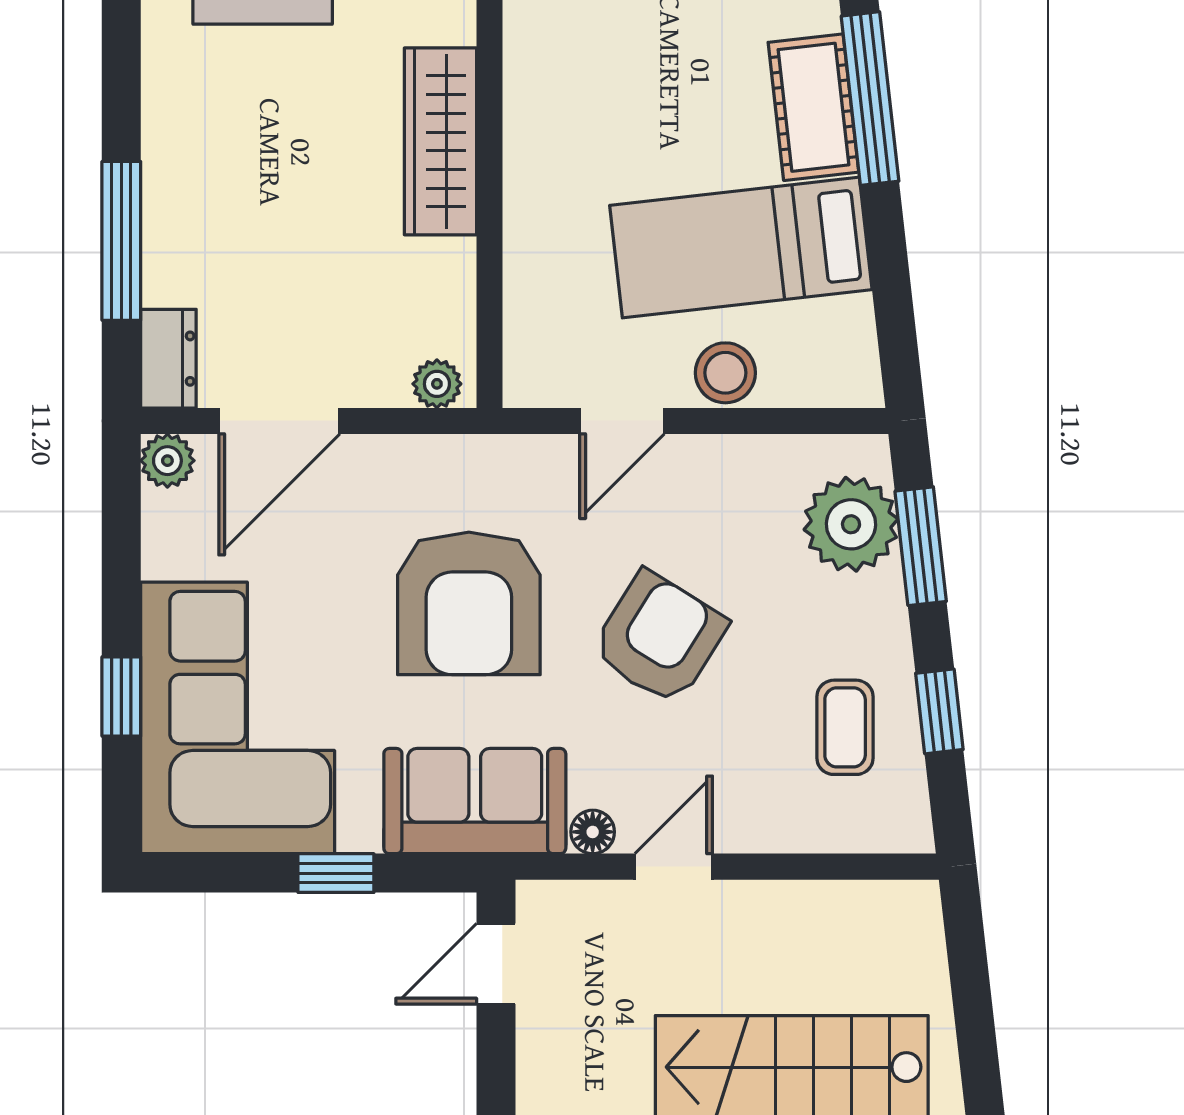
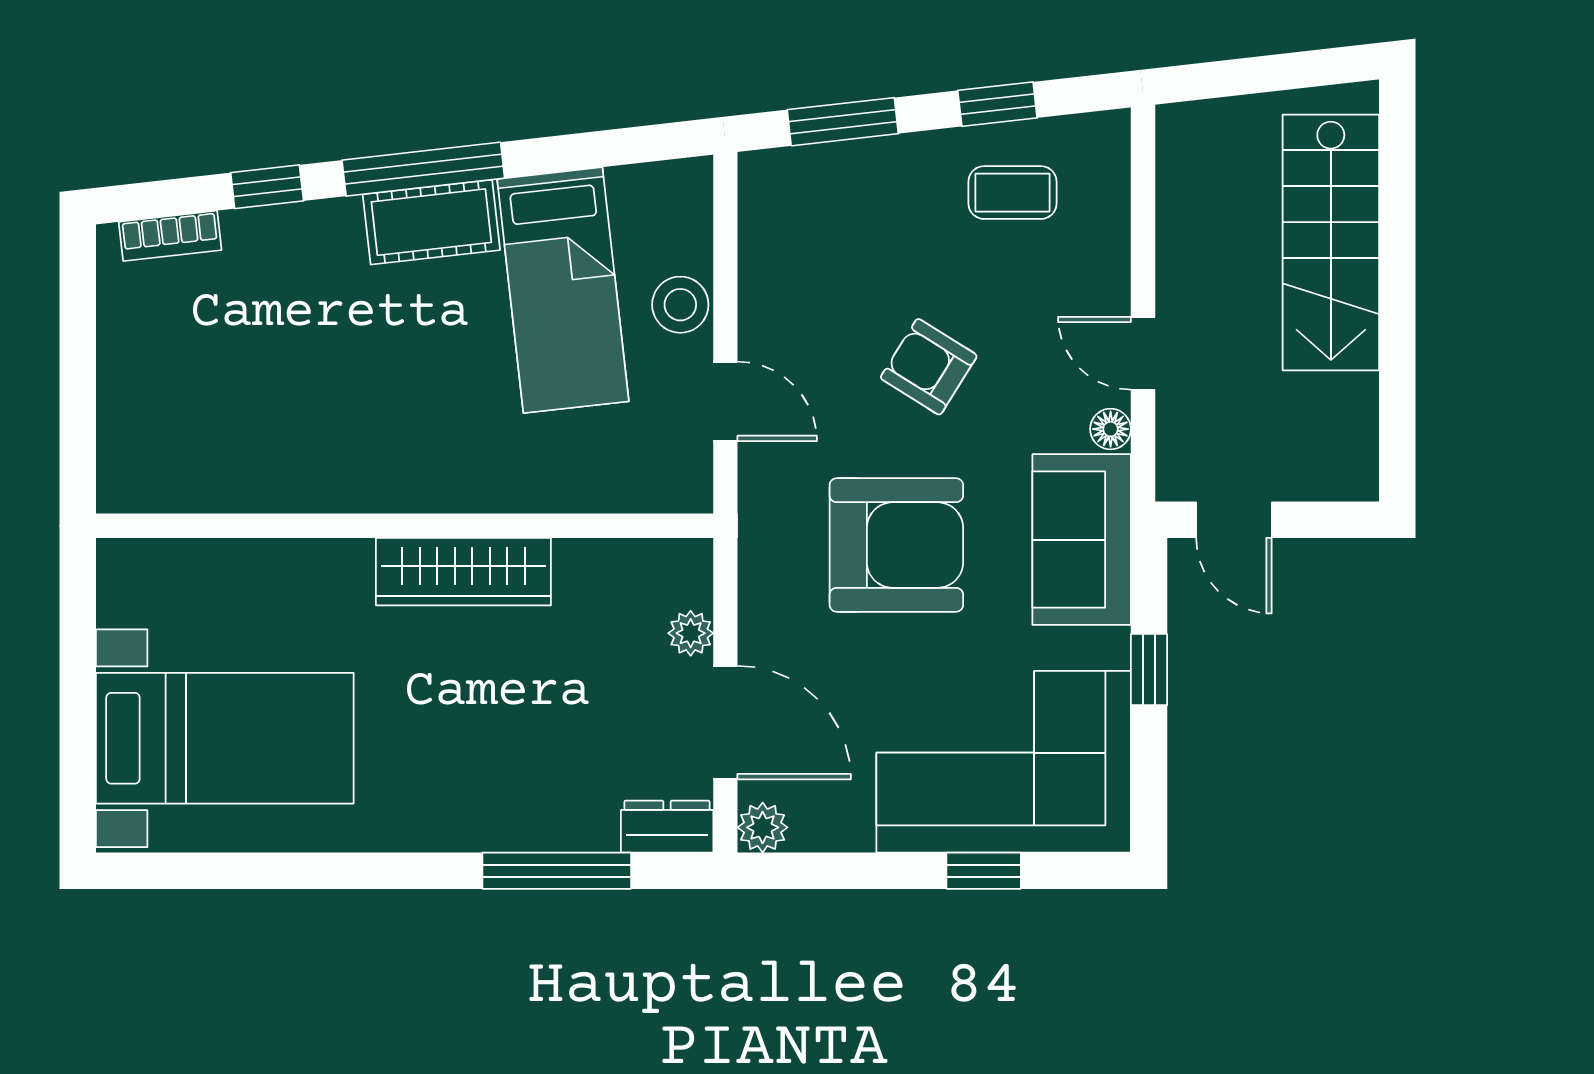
plant: (437, 384) -> (691, 633), moved
plant: (851, 524) -> (822, 187), removed
armchair: (659, 638) -> (929, 367), width x0.72, depth x0.72

